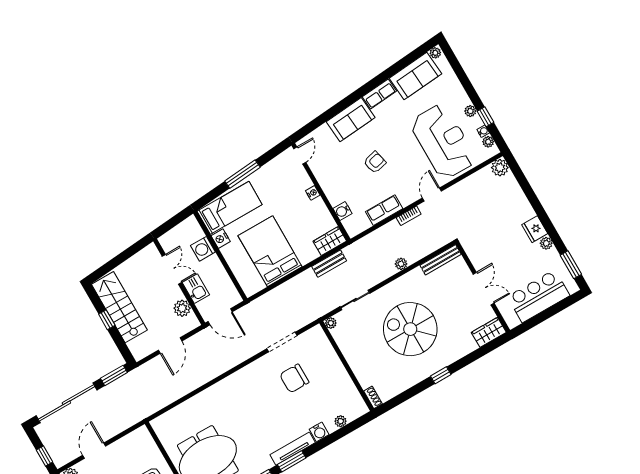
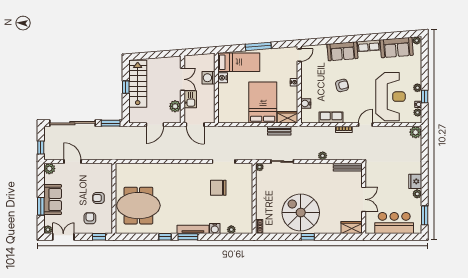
bed: (270, 251) -> (263, 103), moved
spiral stairs: (410, 329) -> (301, 213), moved
door: (94, 451) -> (73, 161), hinge flipped

